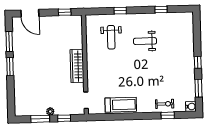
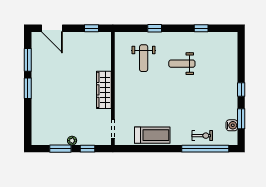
water cooler: (191, 107) -> (232, 125), moved
window: (168, 115) -> (205, 149), width x3.17

